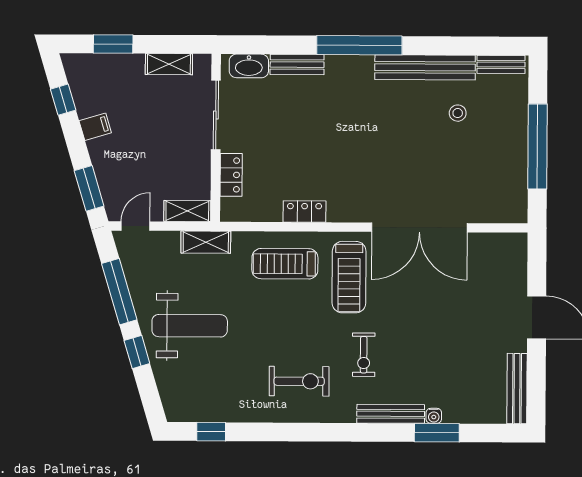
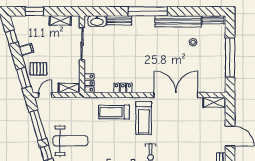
pallet: (121, 169) -> (38, 69), added
locker: (231, 175) -> (89, 83), moved
double door: (419, 227) -> (176, 95), swing flipped
shelving: (206, 242) -> (214, 102), moved

